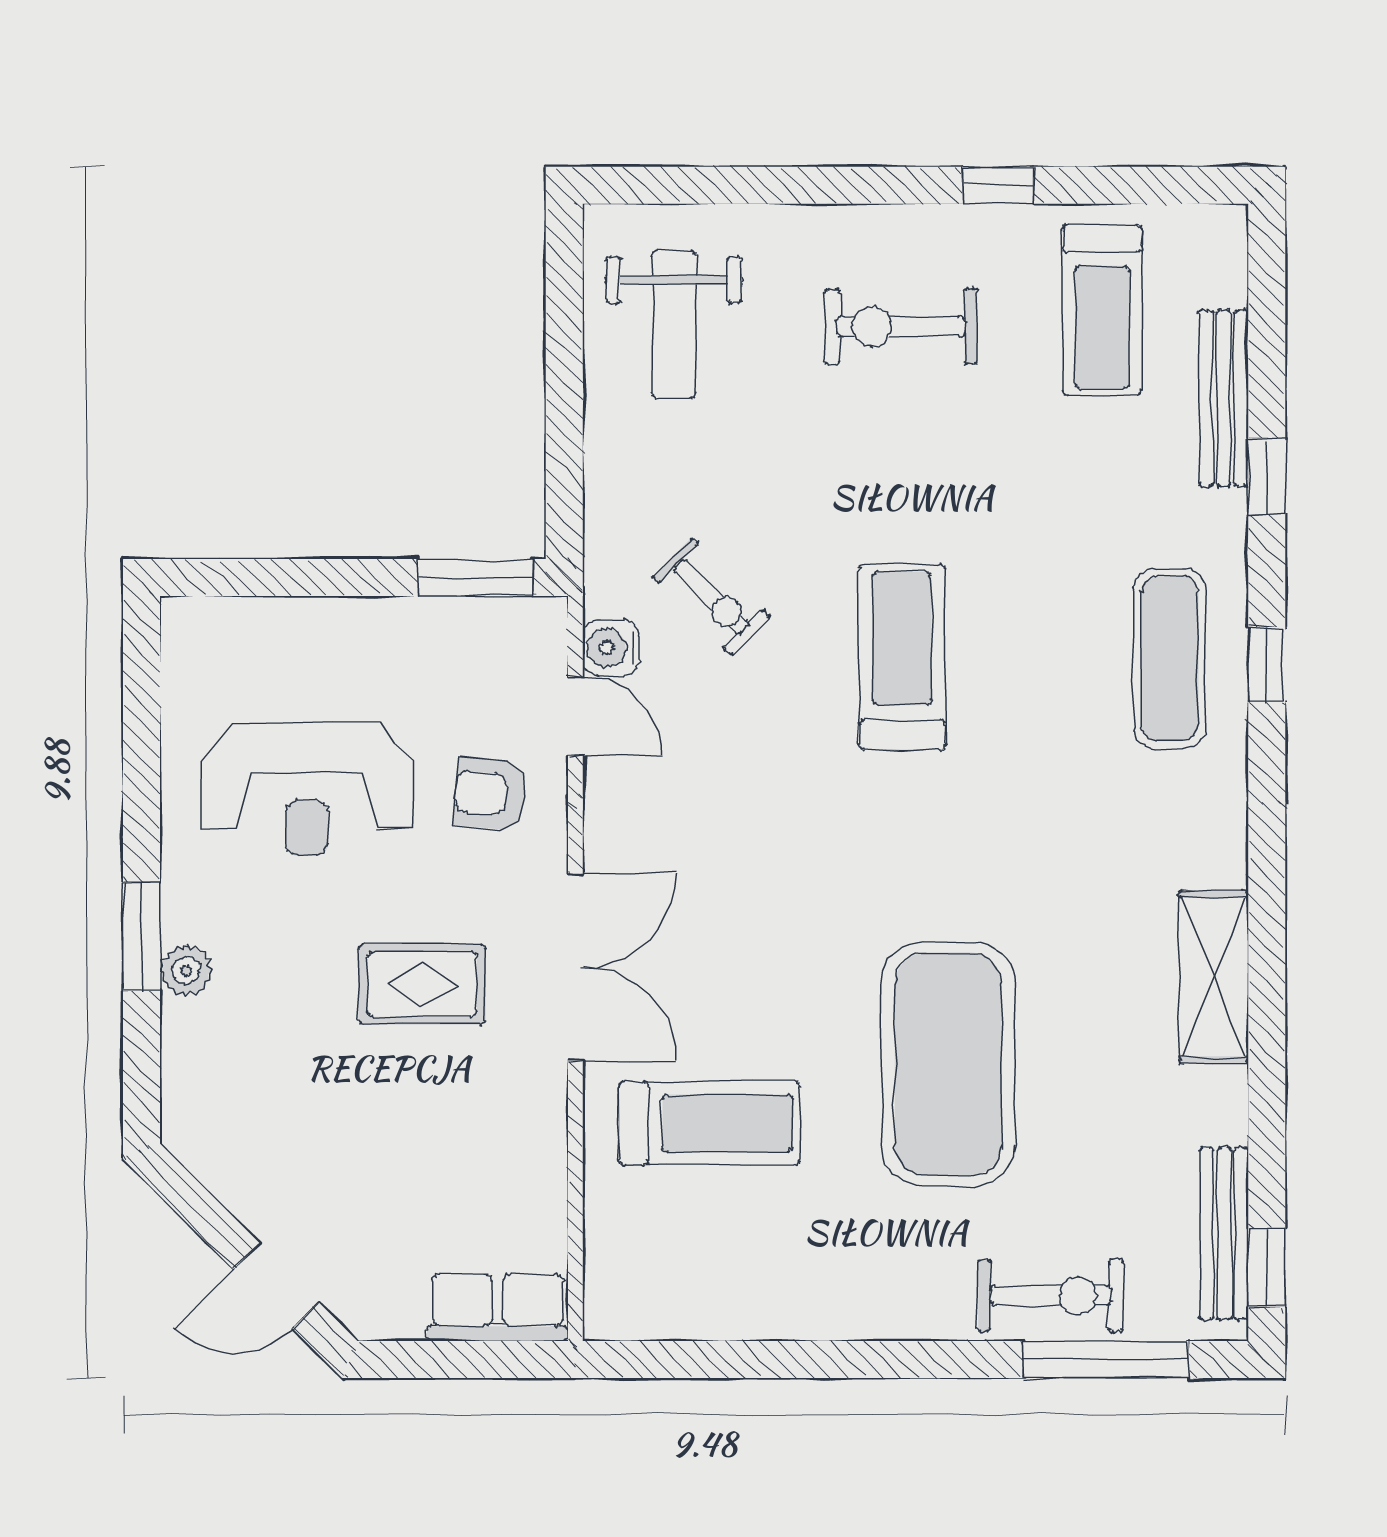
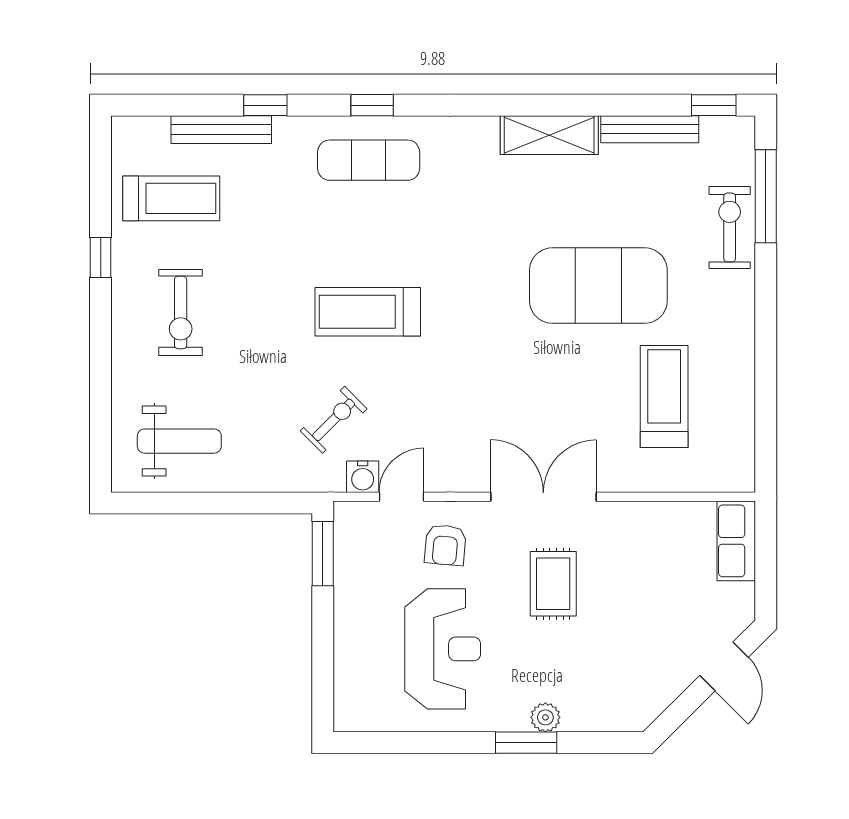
treadmill: (710, 1123) -> (664, 397), moved
bench: (1224, 1234) -> (650, 129), moved

